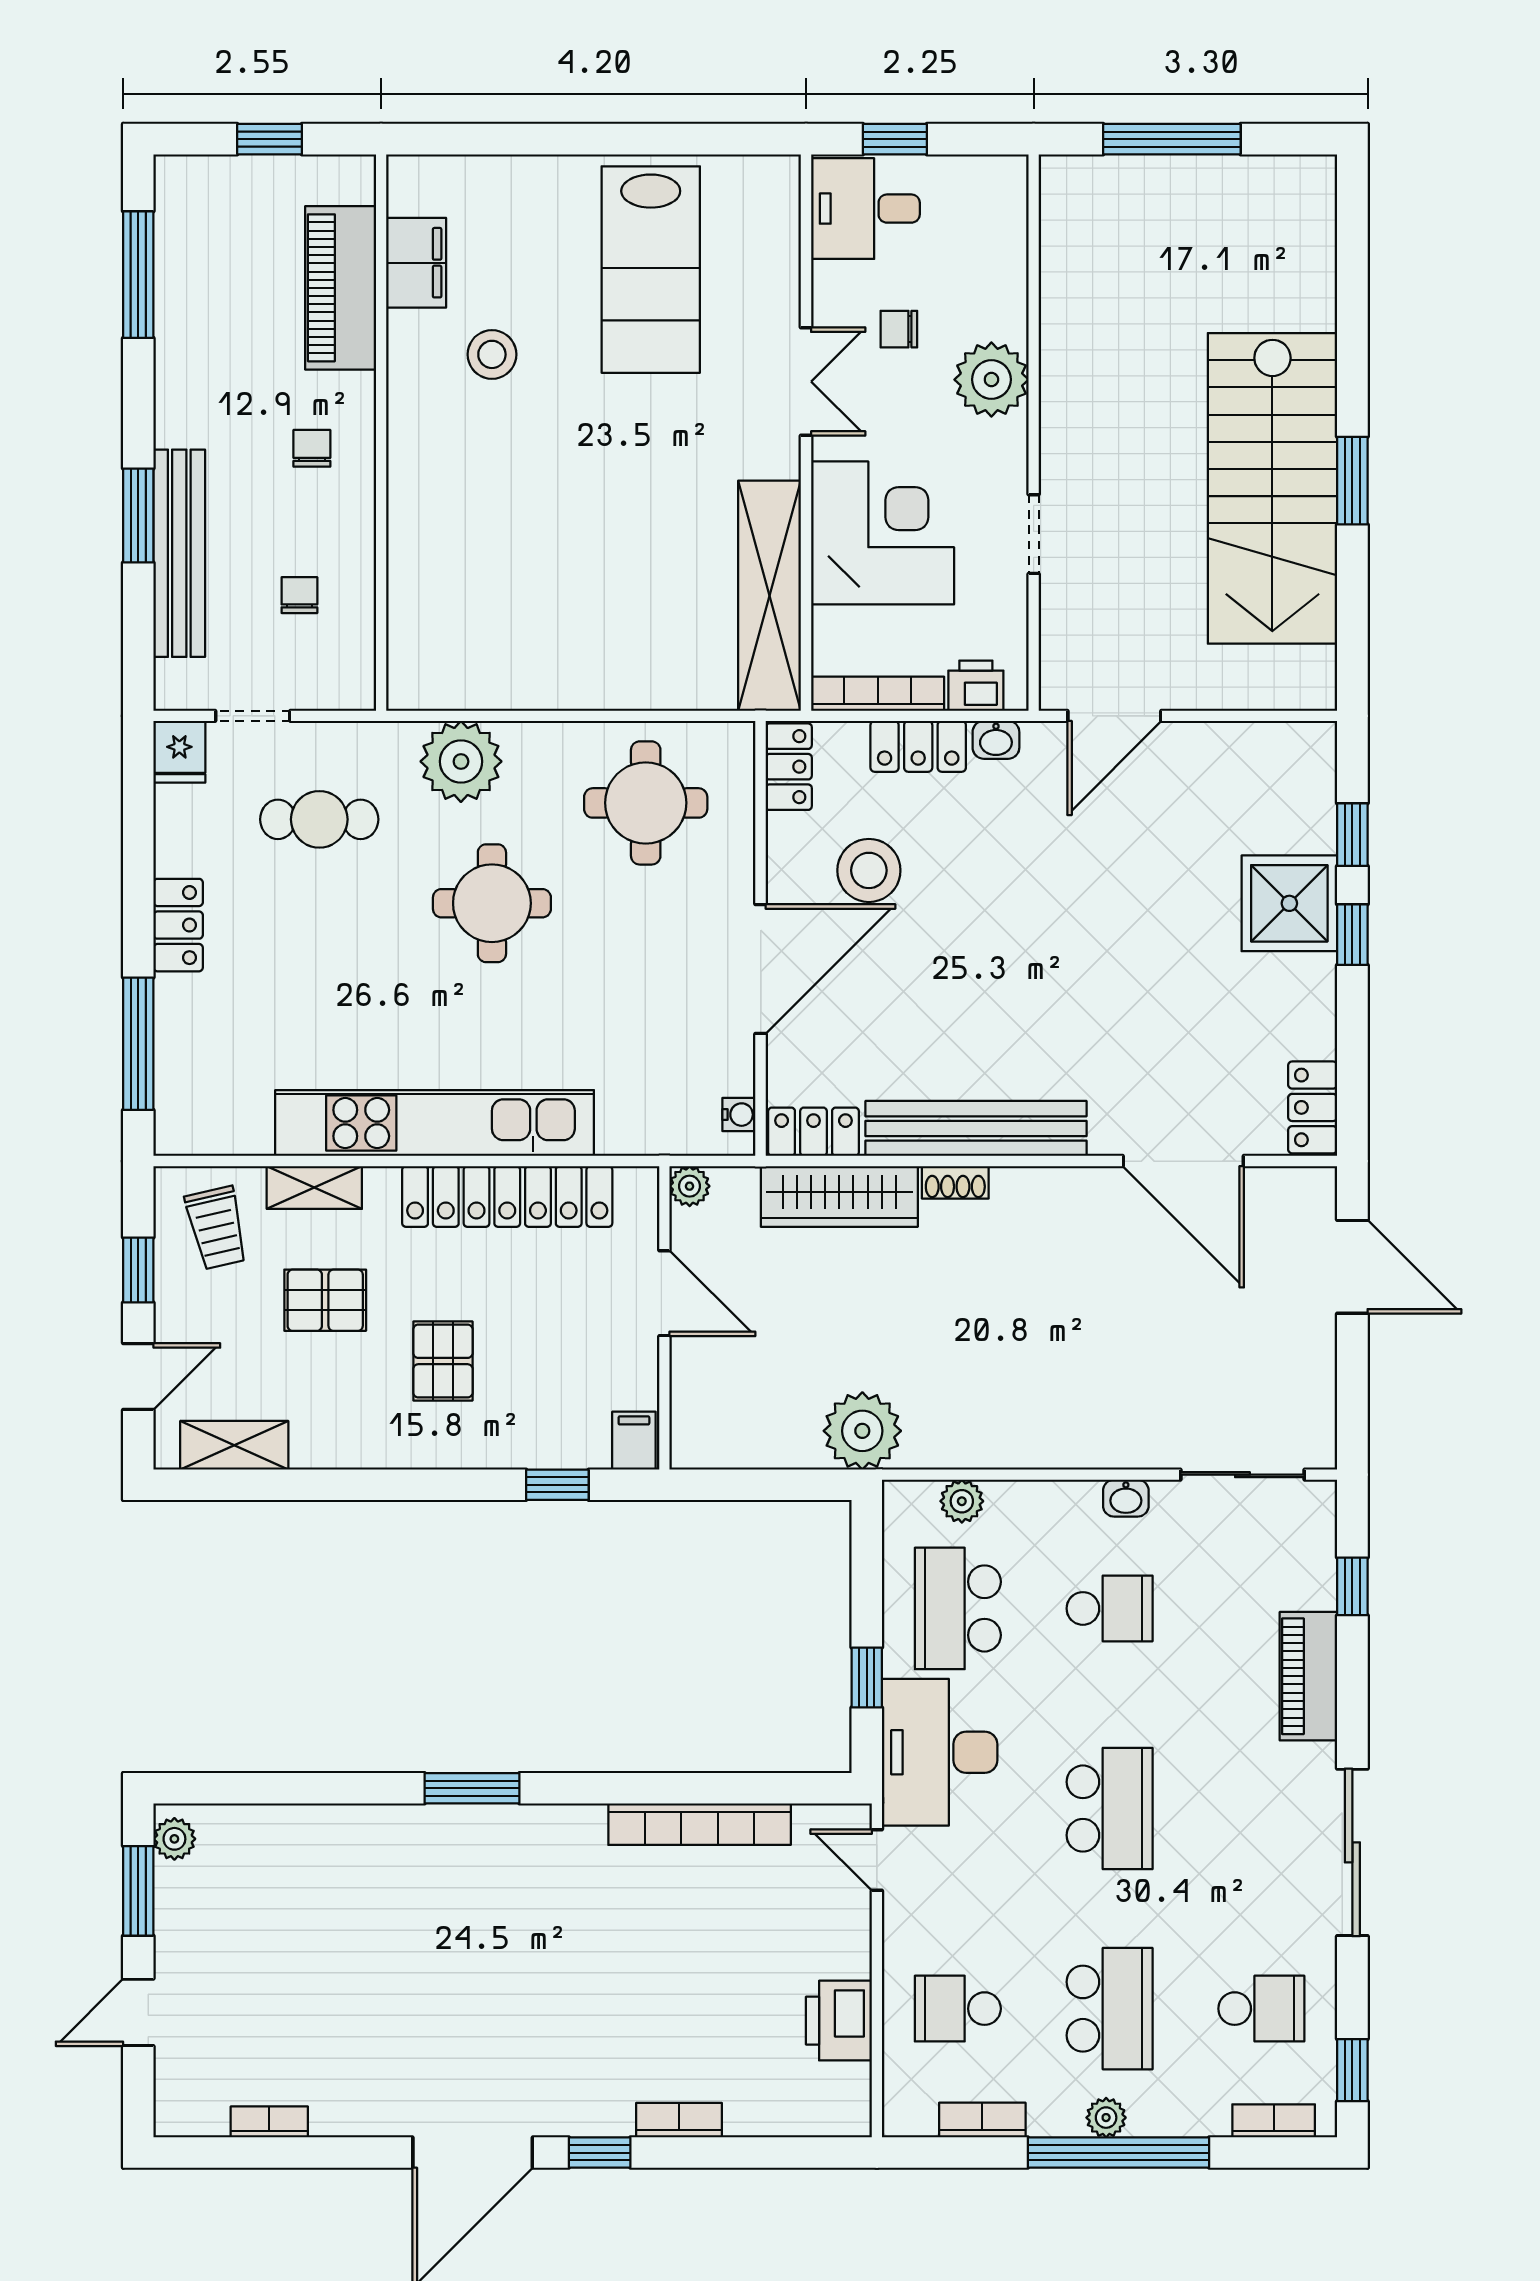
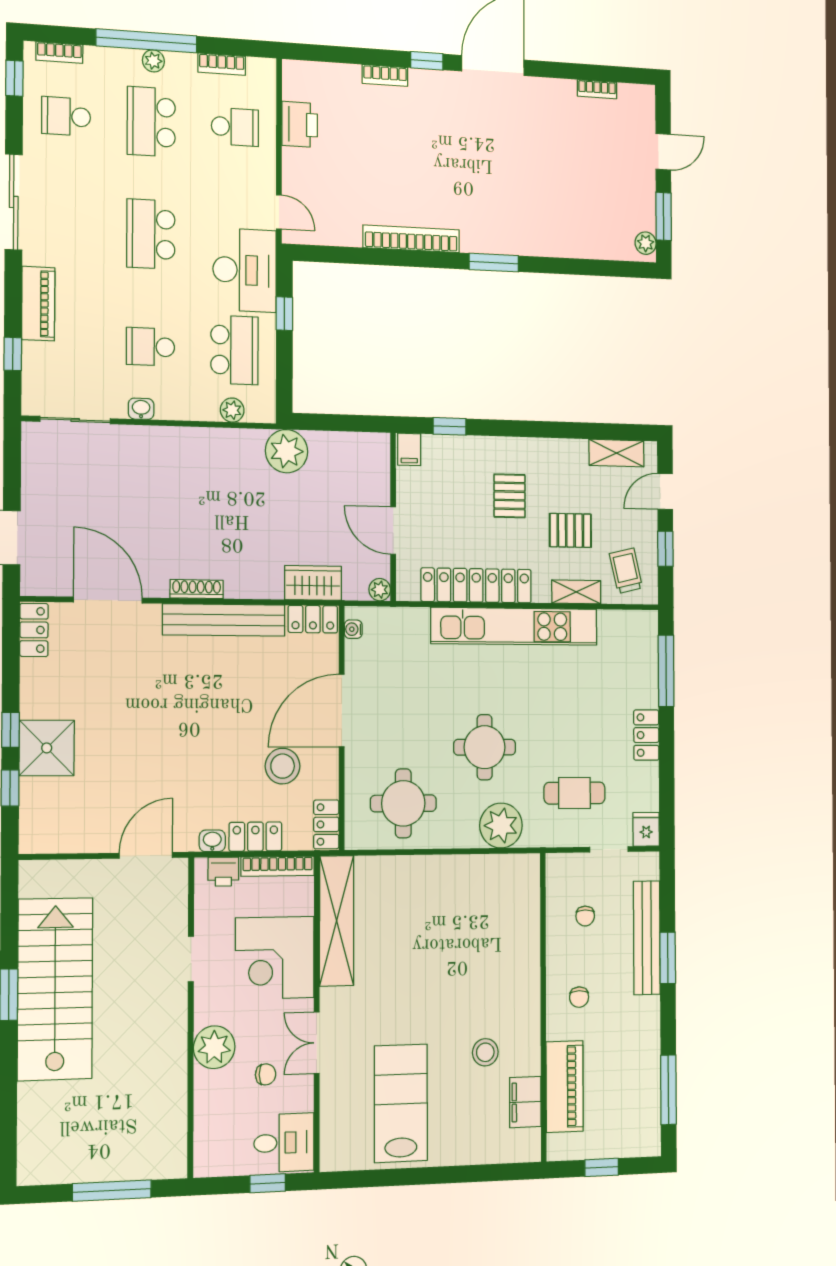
shoe rack: (955, 1182) -> (197, 589), moved, width x1.43
wardrobe: (839, 1196) -> (313, 583), width x0.67
bookcase: (700, 1824) -> (411, 239), moved

